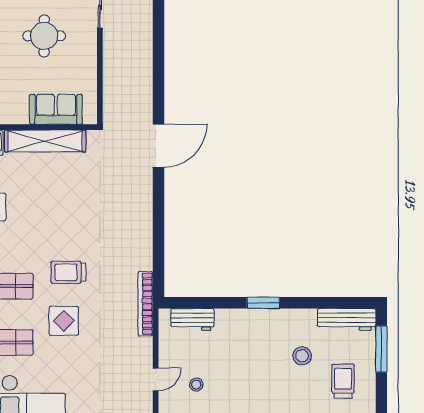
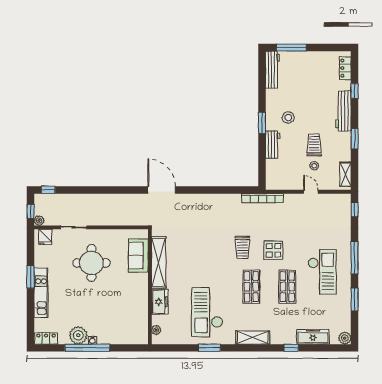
round table: (44, 36) -> (91, 263), width x1.36, depth x1.36
workbench: (192, 319) -> (273, 145), moved
stool: (302, 356) -> (288, 118), moved
trolley: (343, 381) -> (314, 145), moved, turned 90

